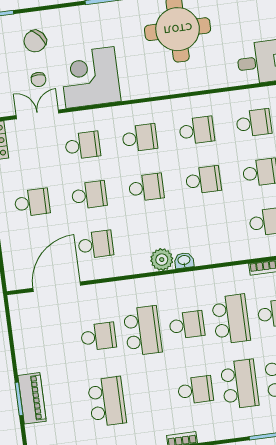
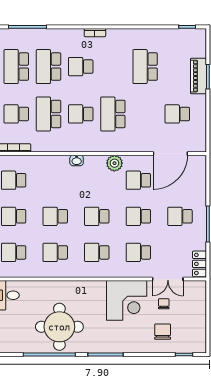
chair: (35, 41) -> (163, 332), turned -51
plant: (162, 260) -> (114, 163), moved
school desk: (98, 337) -> (177, 114), moved

